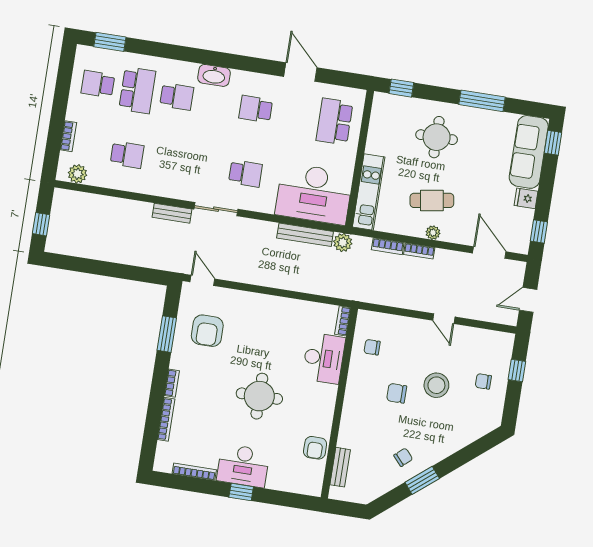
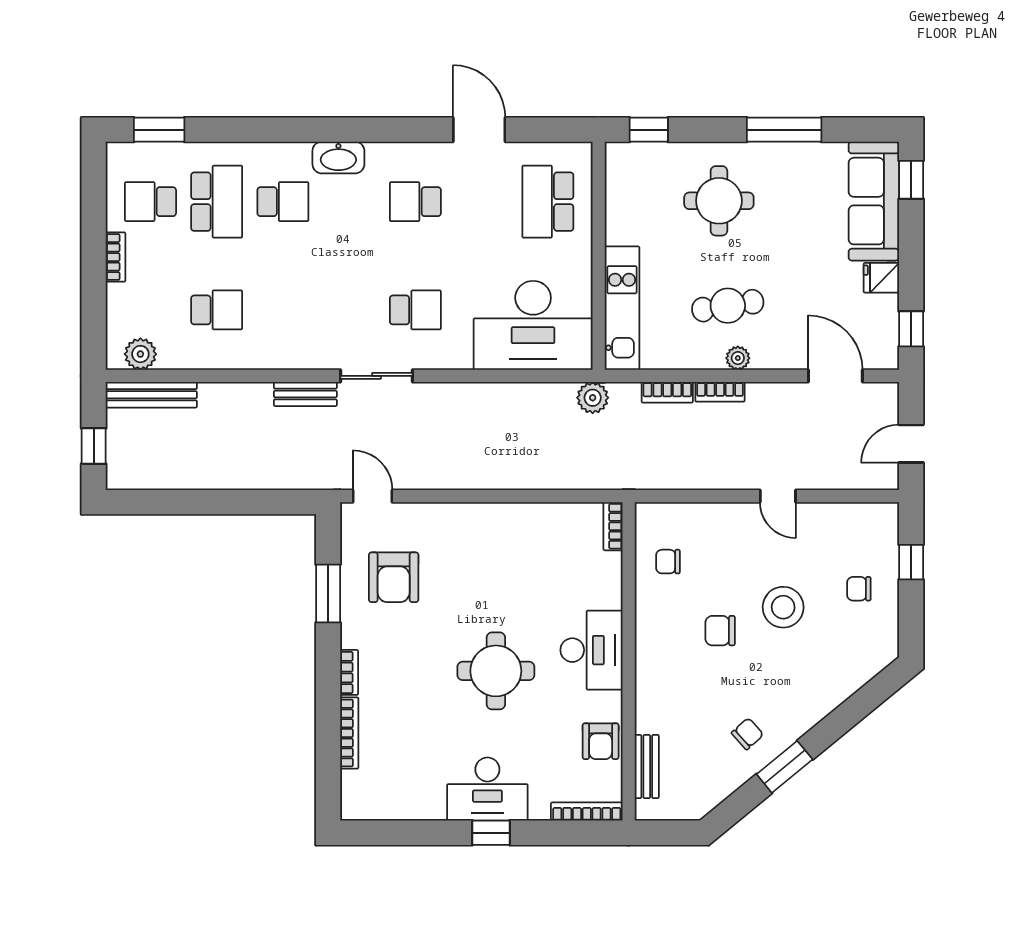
bookcase: (68, 136) -> (116, 257), moved
bench: (305, 235) -> (151, 395), moved
desk: (324, 358) -> (592, 650), moved
bookcase: (194, 472) -> (587, 812), moved

